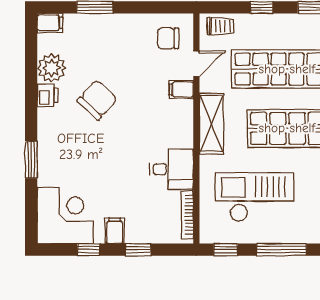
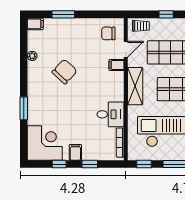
plant: (52, 68) -> (32, 56), width x0.53, depth x0.53
printer: (48, 95) -> (34, 69), removed

